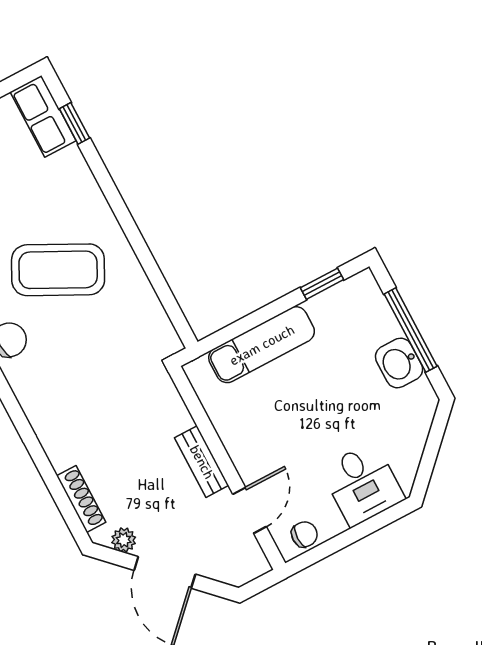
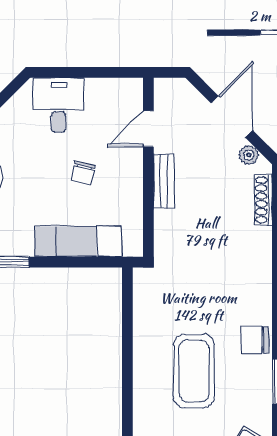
coffee table: (58, 270) -> (194, 371), turned 63
chair: (304, 534) -> (83, 173), moved, turned -77

